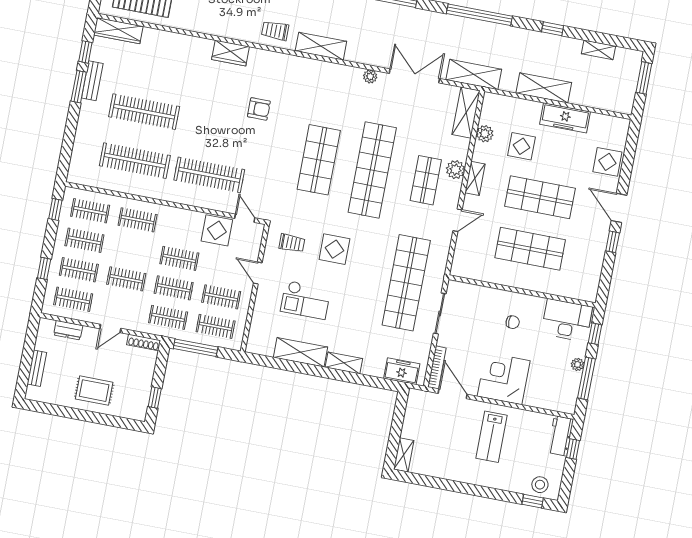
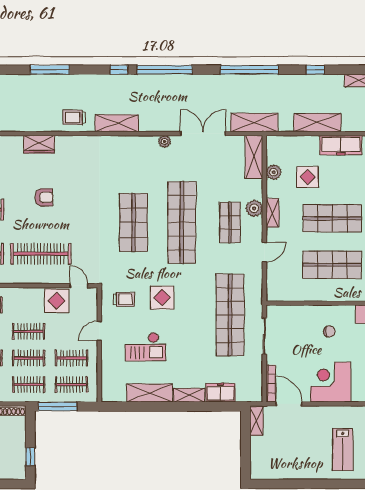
armchair: (259, 109) -> (44, 197), moved
door: (258, 273) -> (99, 331), hinge flipped
freezer: (402, 371) -> (221, 393), moved
lab bench: (492, 437) -> (343, 449), moved
shelving: (404, 455) -> (256, 421), moved

